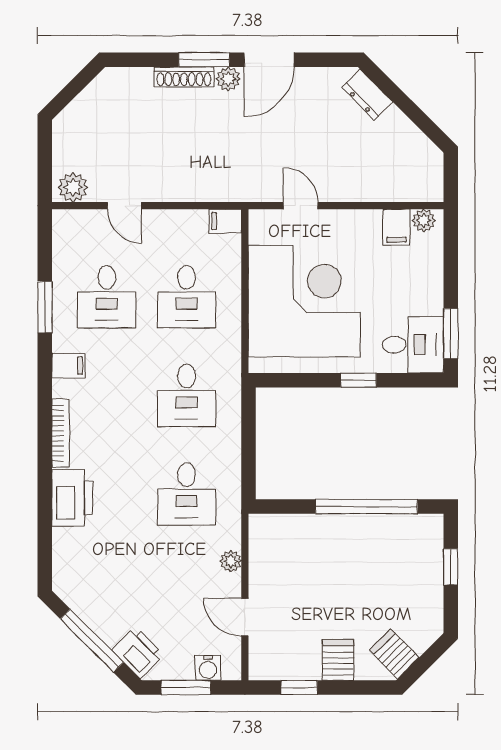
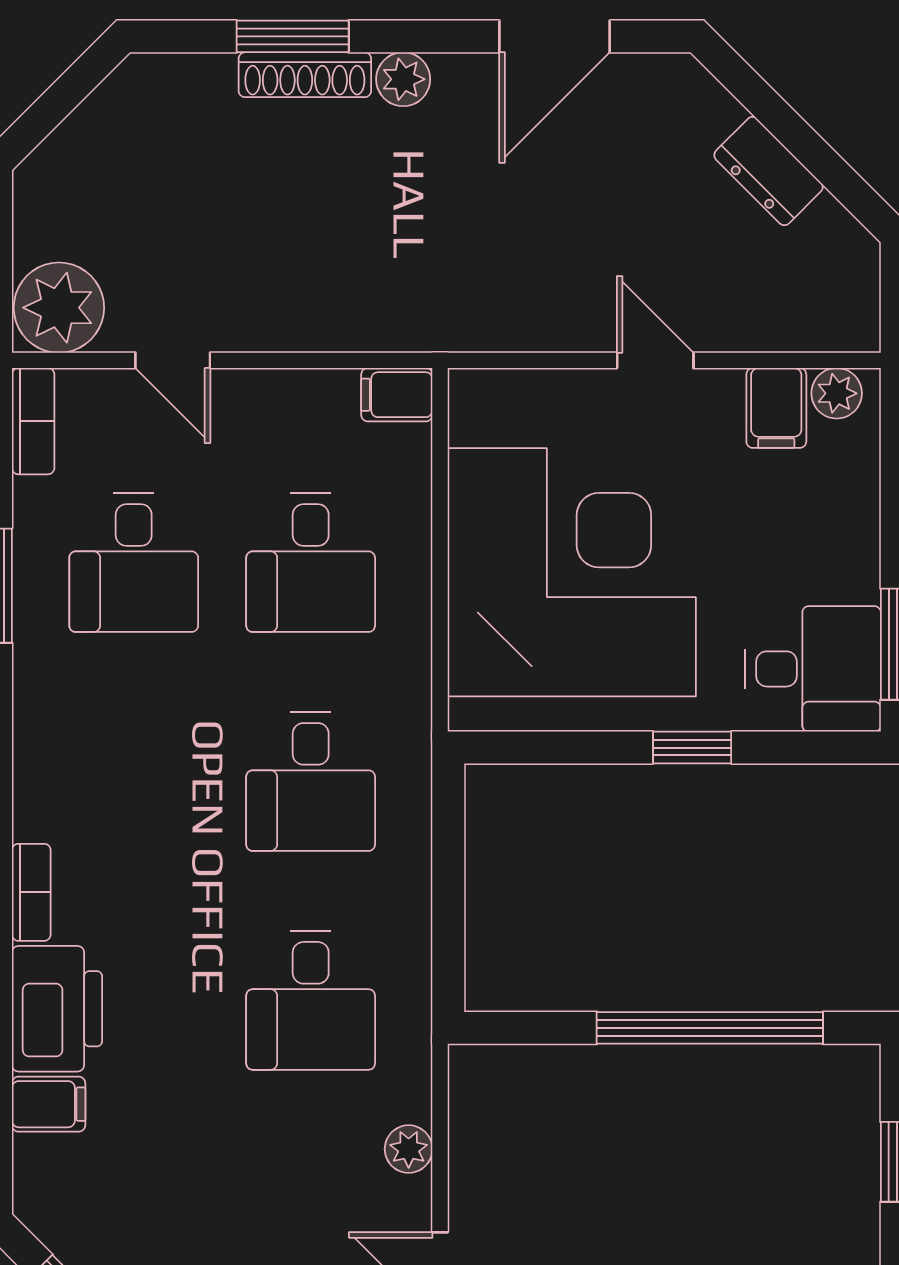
window: (204, 60) -> (293, 36), moved
door: (269, 60) -> (554, 36), moved
dresser: (367, 95) -> (768, 171), moved
plant: (73, 187) -> (59, 308), width x1.36, depth x1.36
door: (301, 206) -> (655, 360), moved
bookcase: (61, 233) -> (33, 421), added
filing cabinet: (68, 366) -> (49, 1104), moved
bookcase: (61, 433) -> (31, 892), width x0.64

